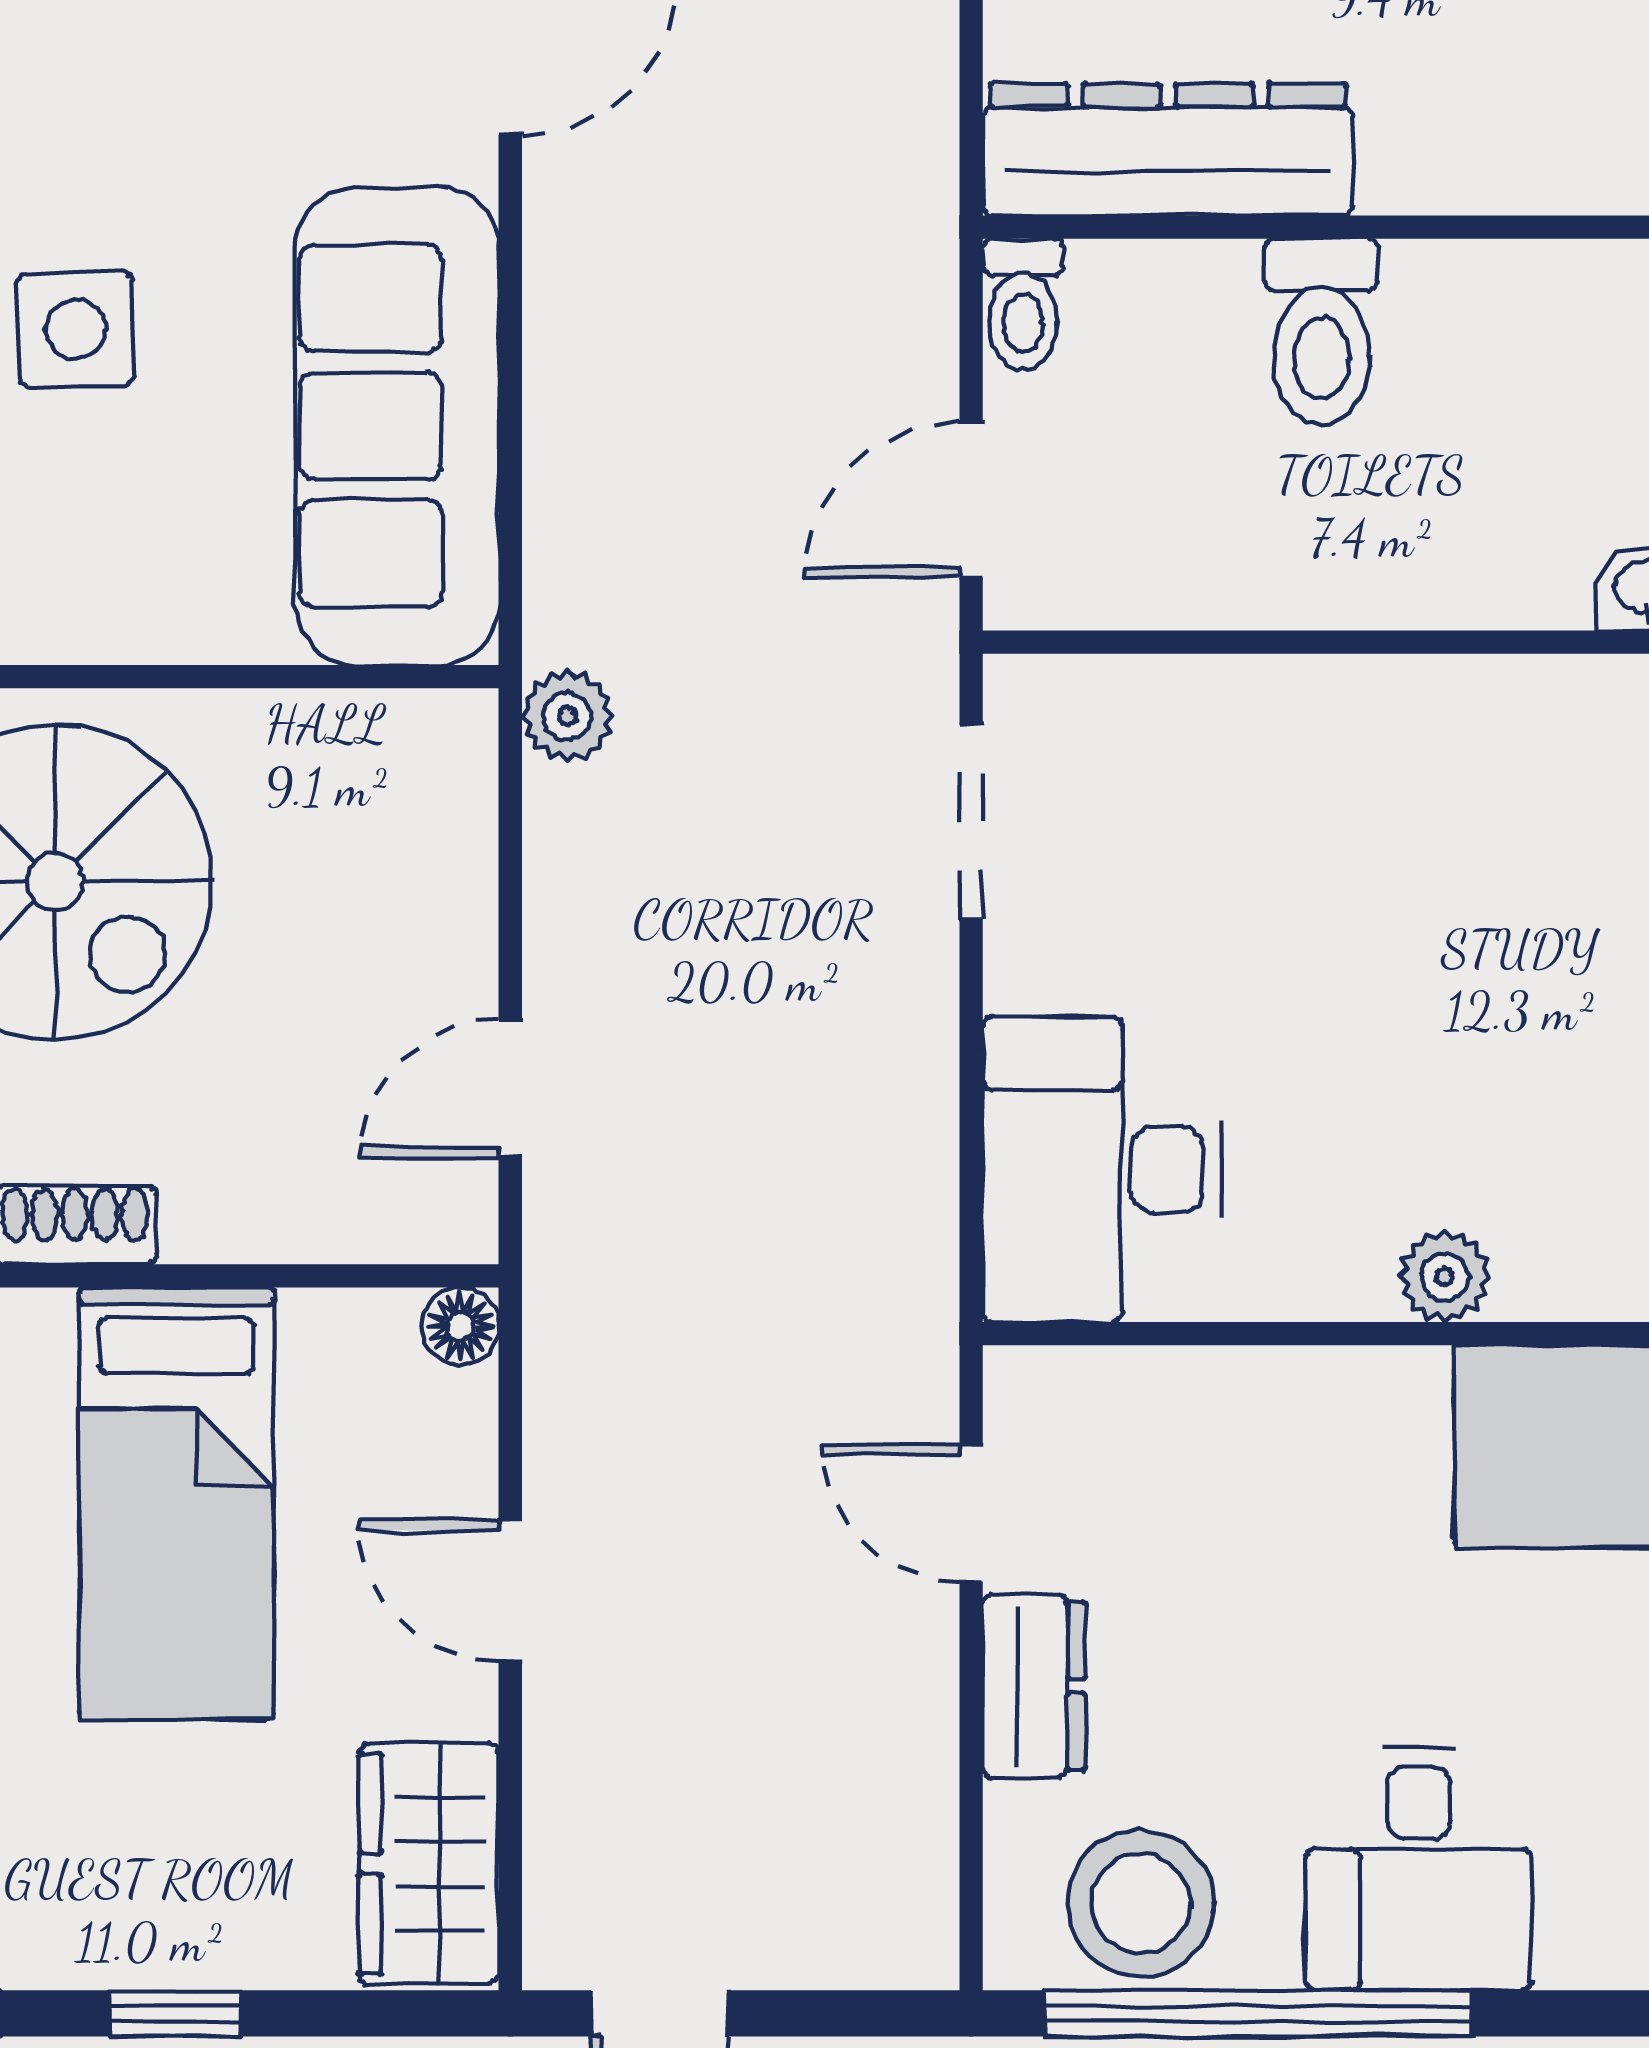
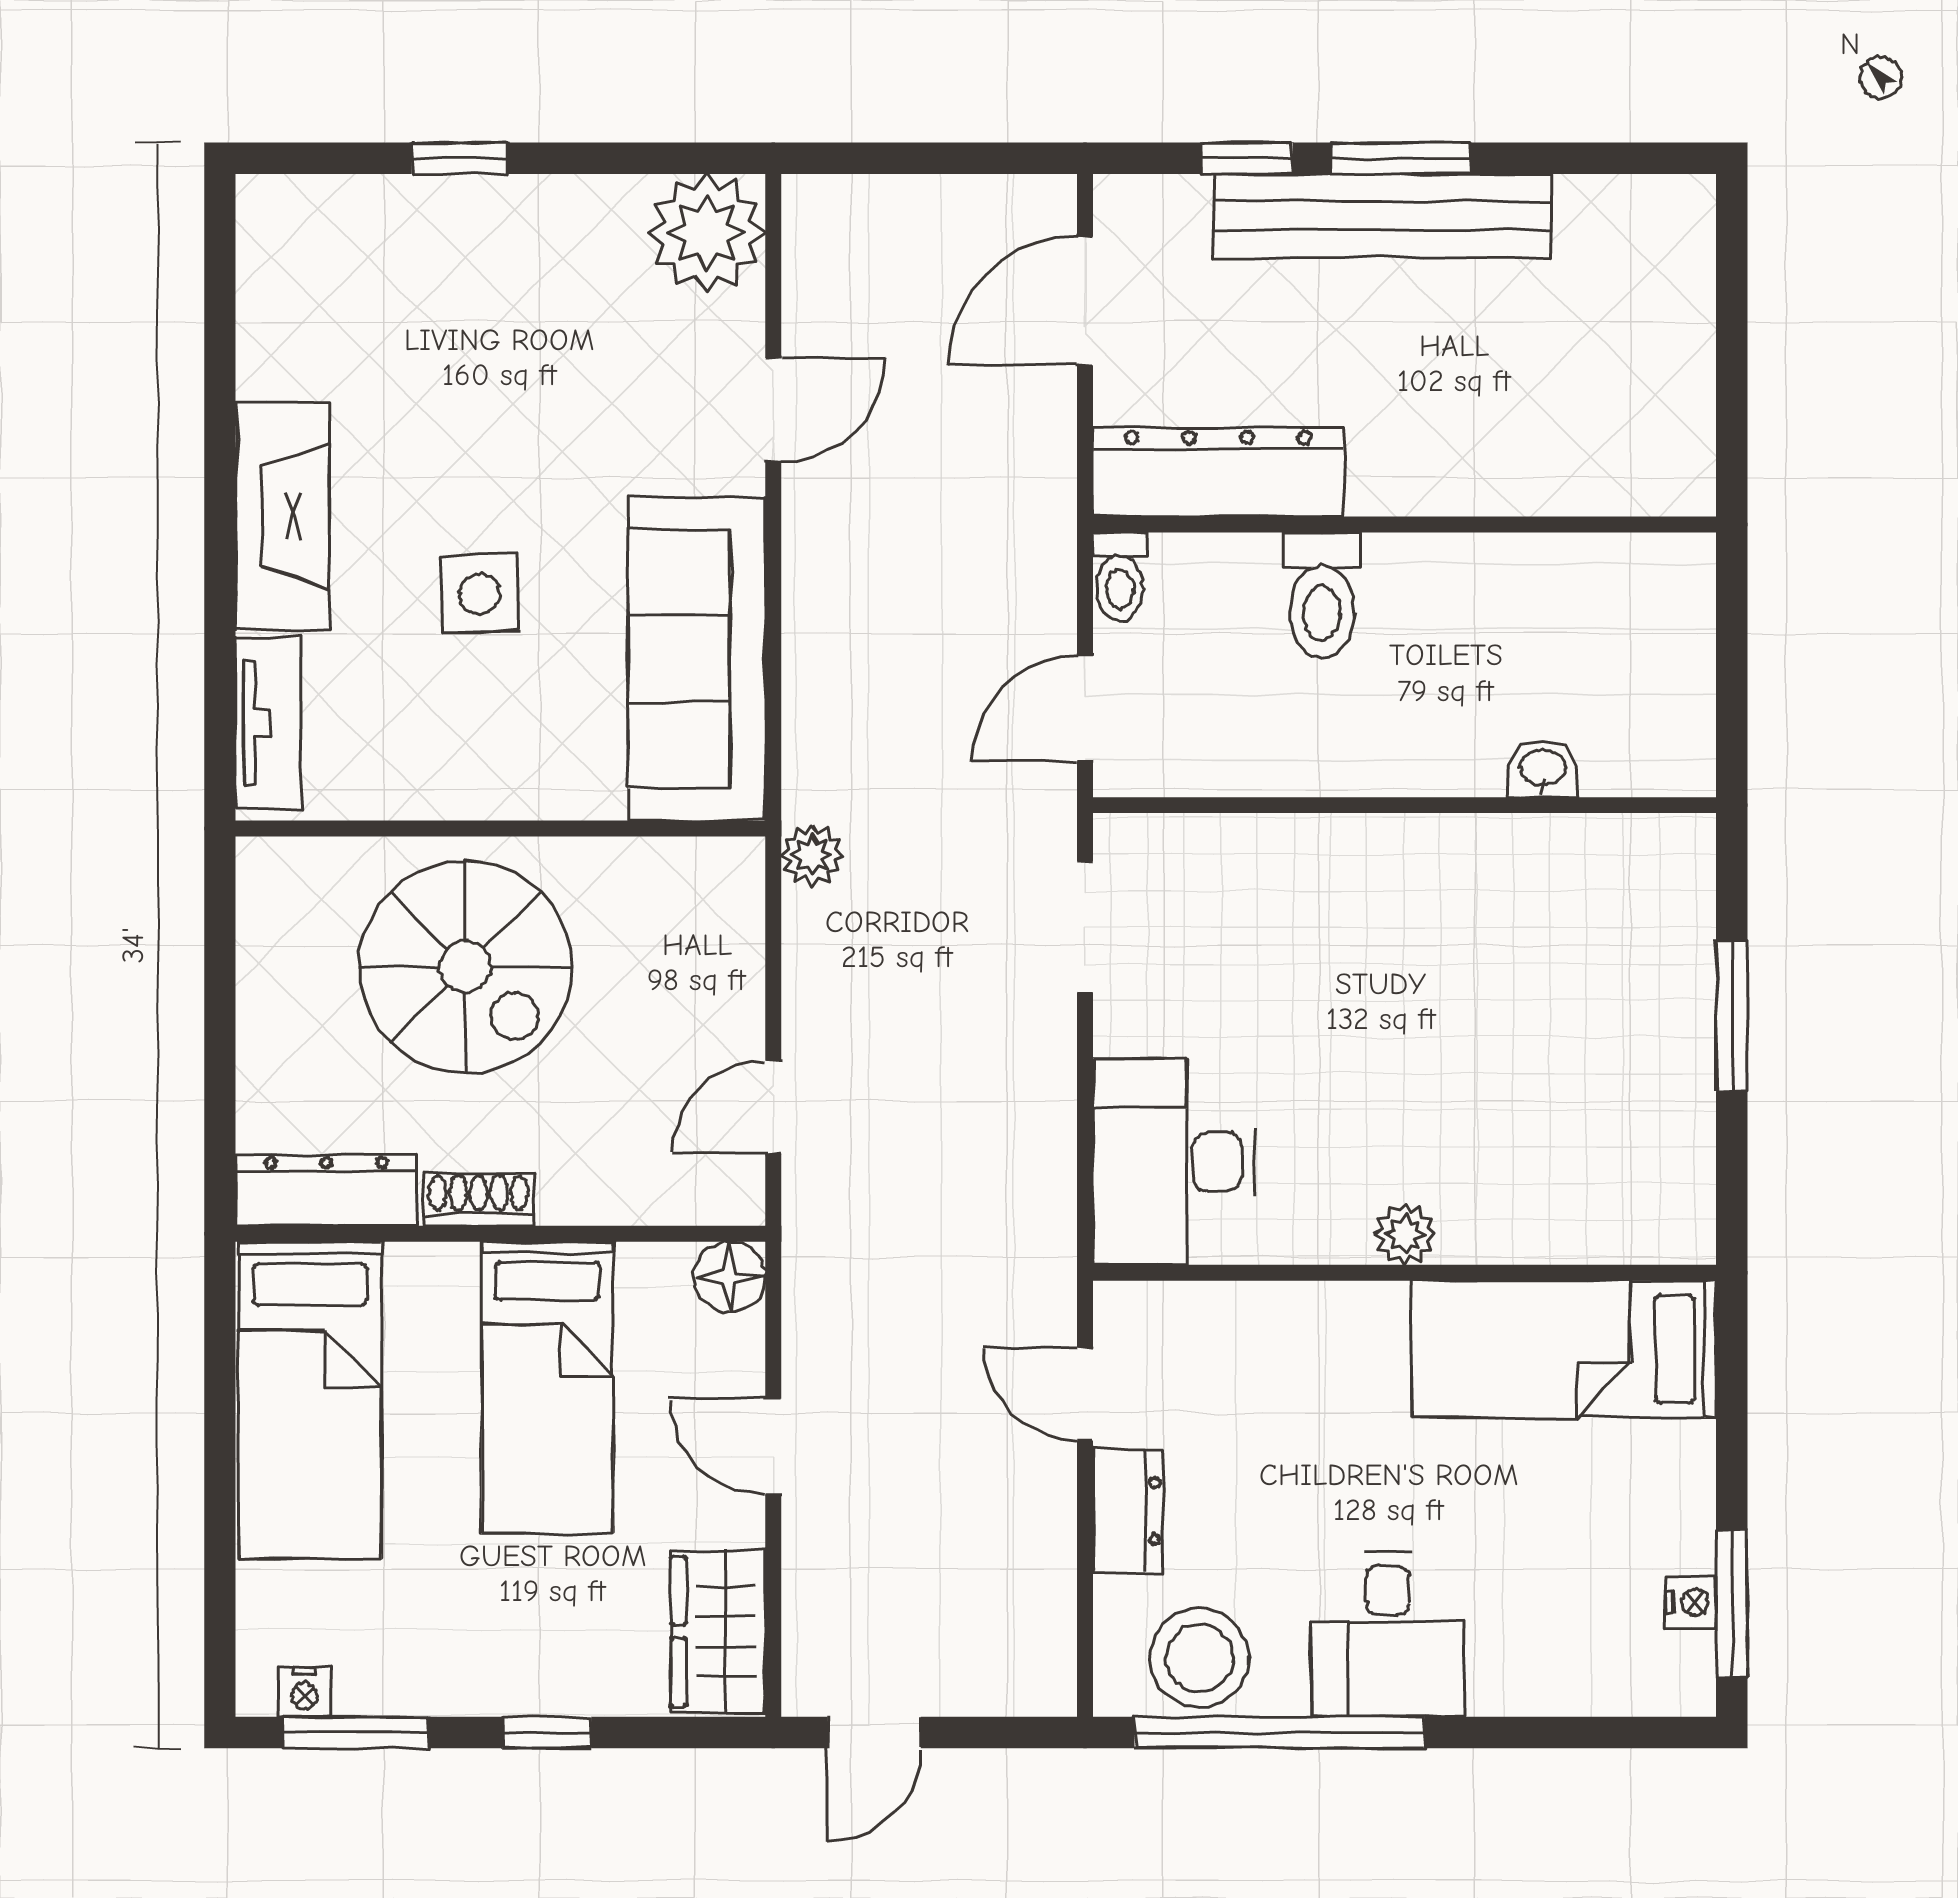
floor lamp: (460, 1326) -> (730, 1277), width x1.37, depth x1.37

